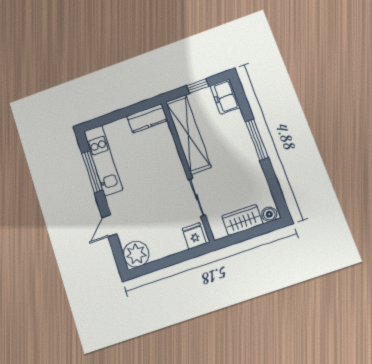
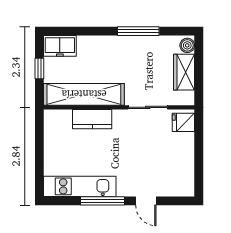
kitchen counter: (147, 118) -> (92, 119), moved, turned 90
window: (257, 140) -> (138, 31), moved
window: (92, 171) -> (102, 201), moved
plant: (136, 254) -> (182, 184), removed

